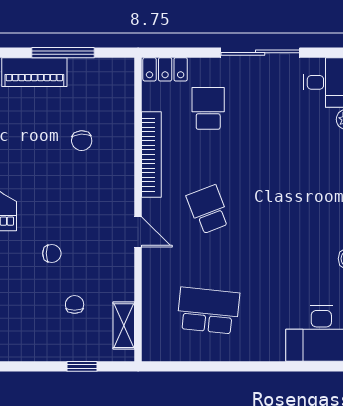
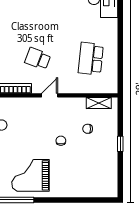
school desk: (208, 210) -> (38, 59), turned 42
window: (82, 366) -> (120, 144), moved

